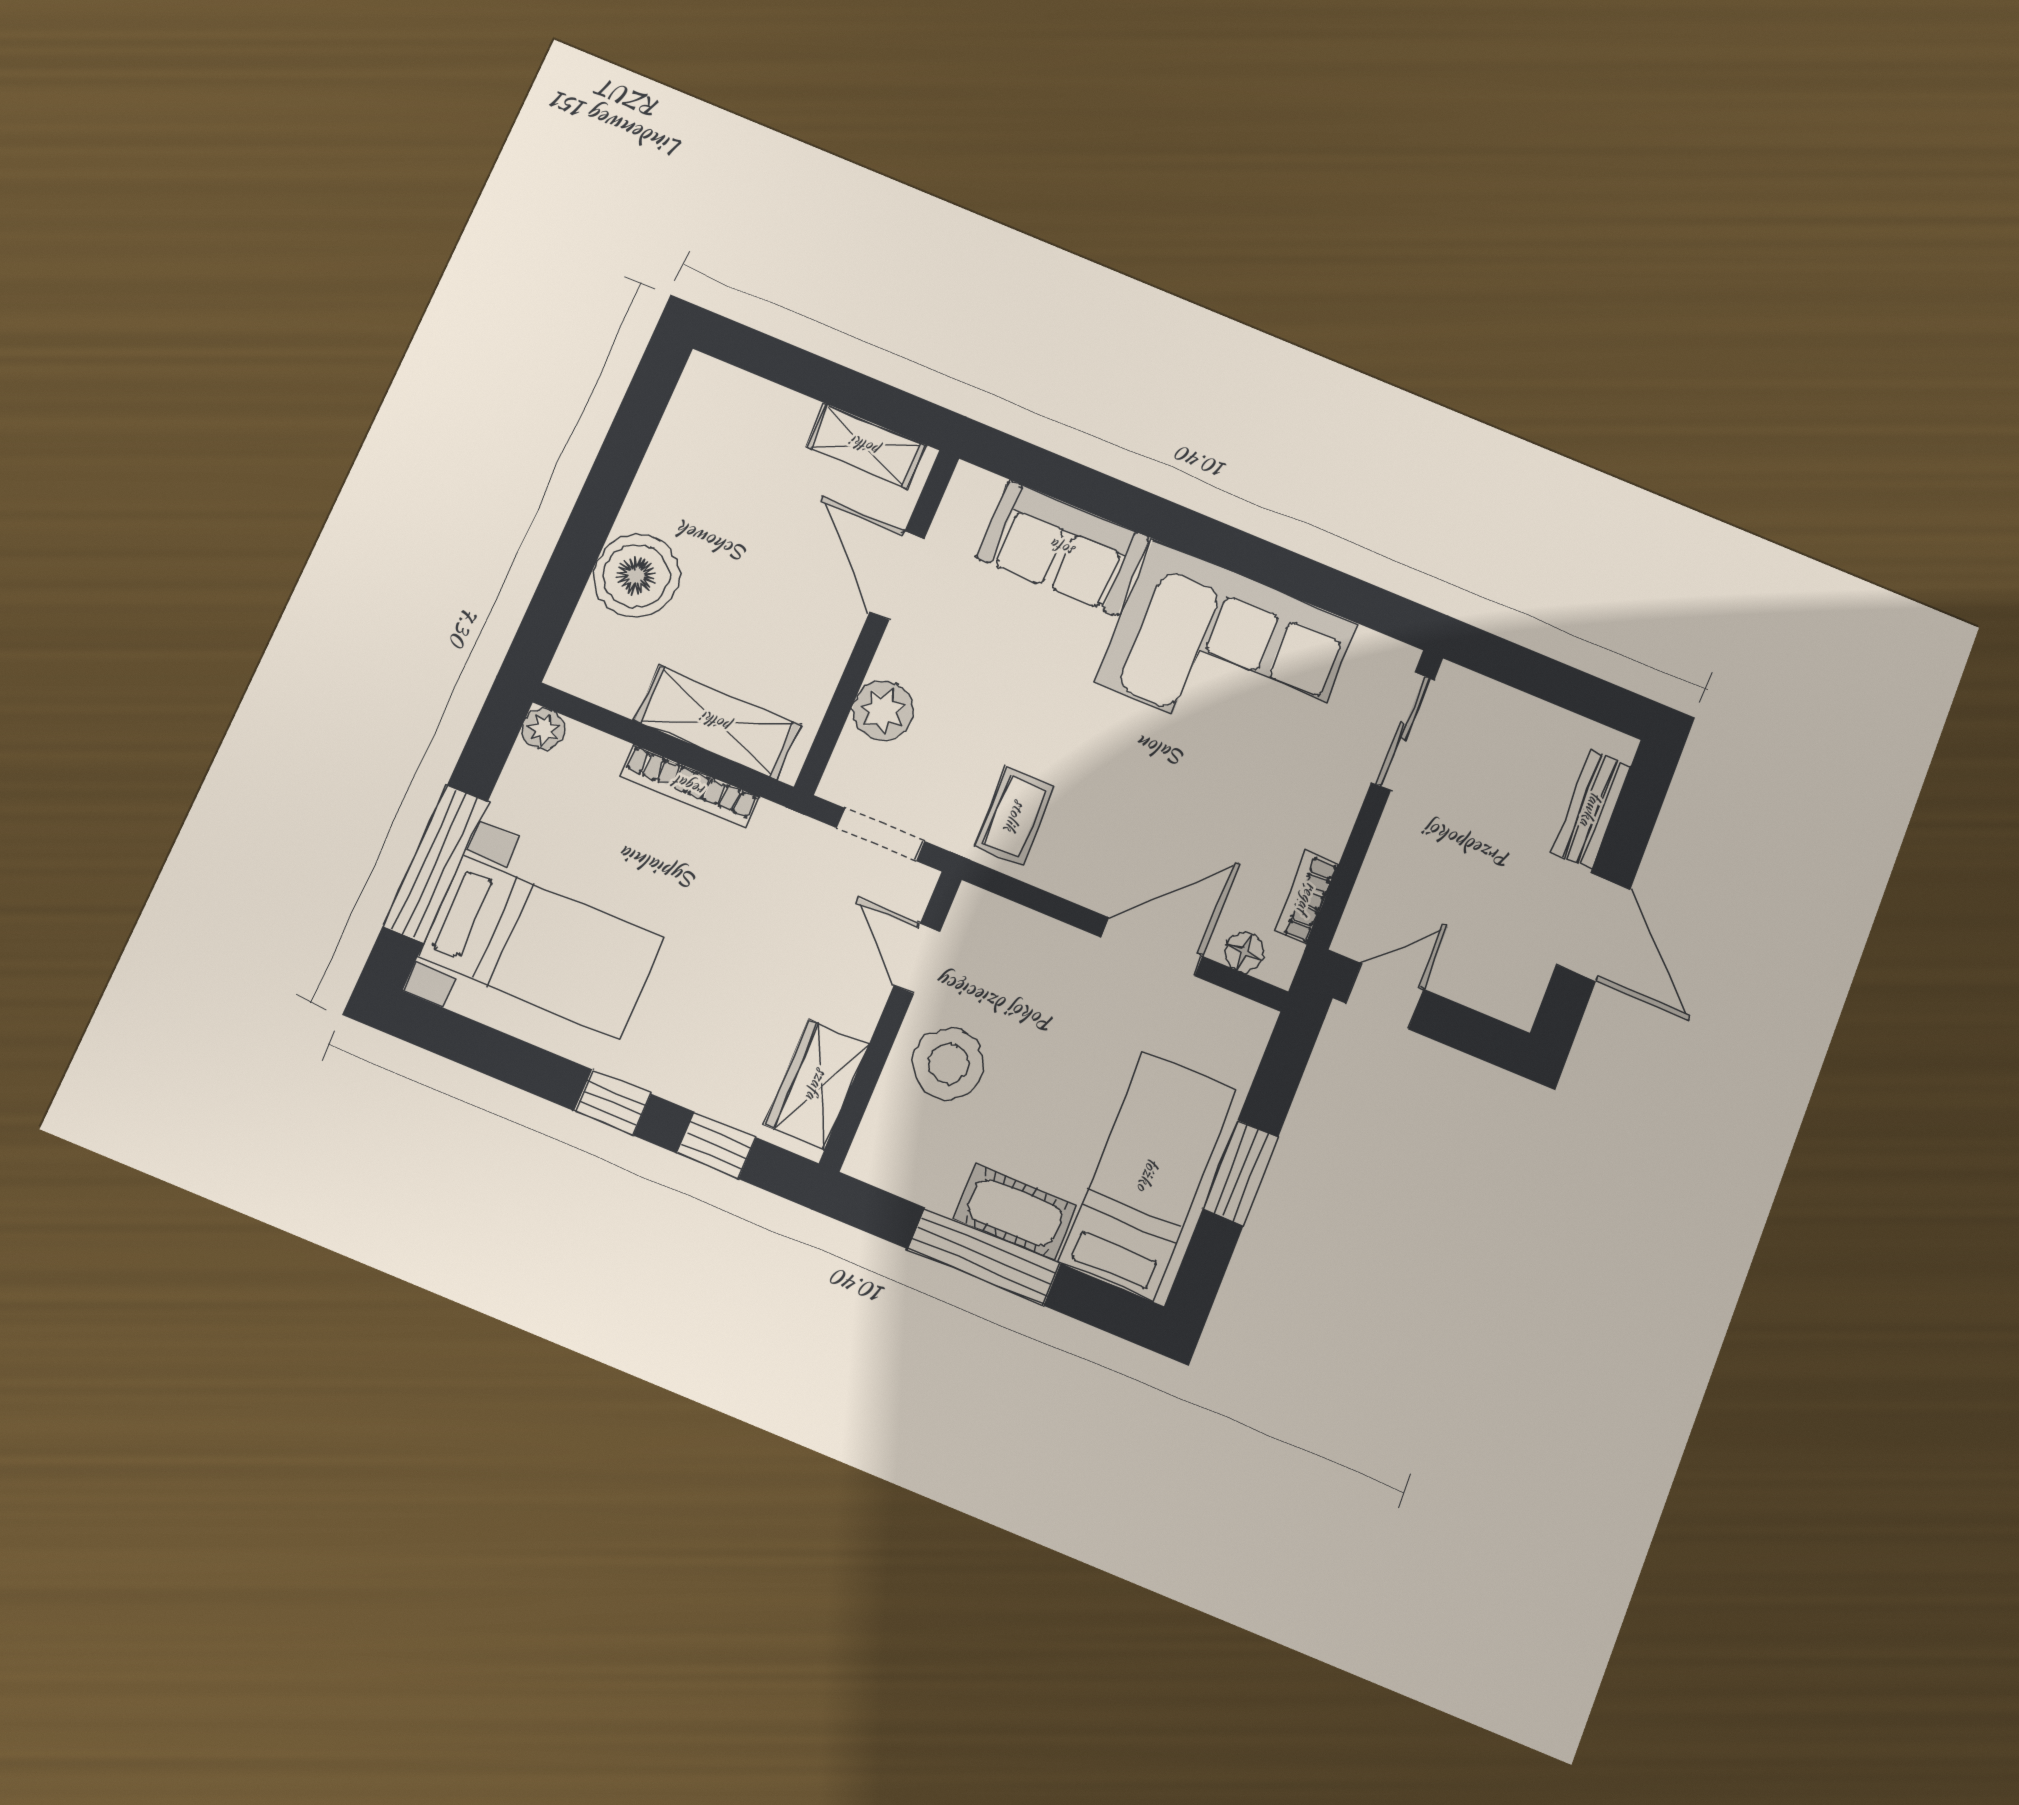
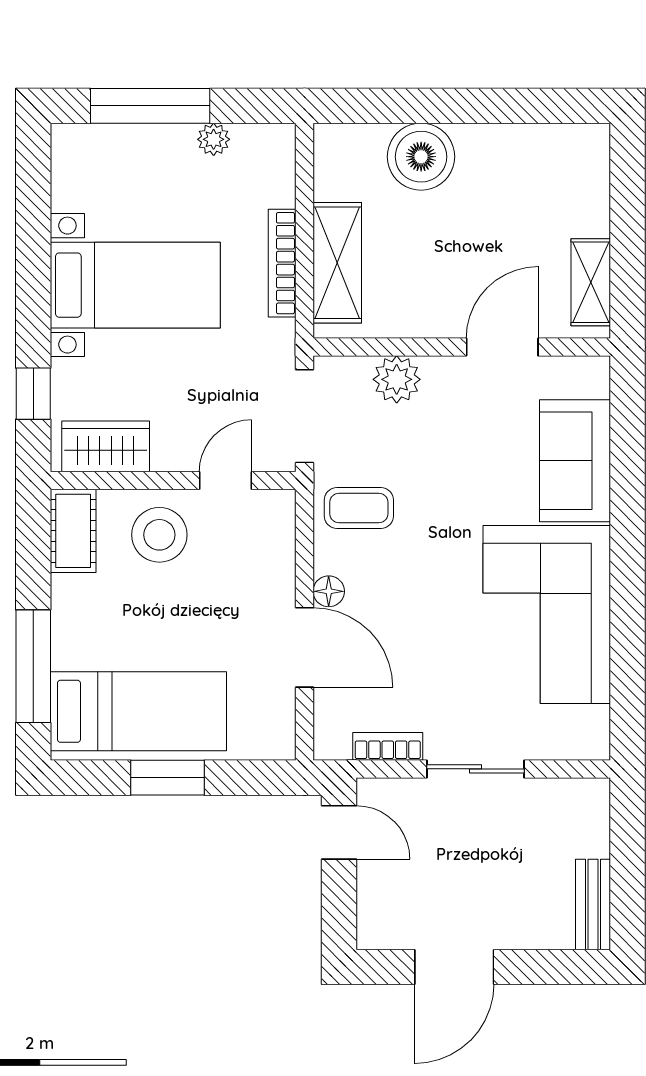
plant: (543, 729) -> (214, 139), moved
sliding door: (1403, 731) -> (476, 769), moved
bench: (1591, 809) -> (593, 904), moved, turned 90
doorway: (881, 835) -> (305, 416), width x1.38
bed with nightstands: (541, 947) -> (135, 285), moved, turned -90
floor lamp: (1245, 952) -> (329, 591), moved
window: (613, 1102) -> (33, 307), removed
cot: (1015, 1212) -> (73, 531), moved
window: (984, 1256) -> (33, 666), moved

